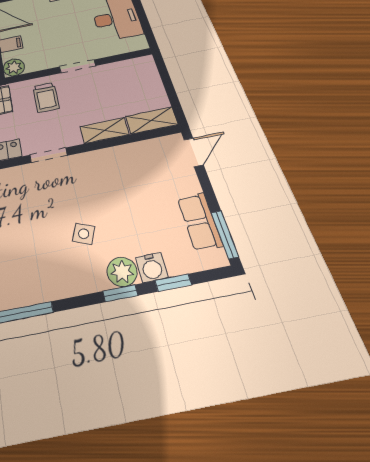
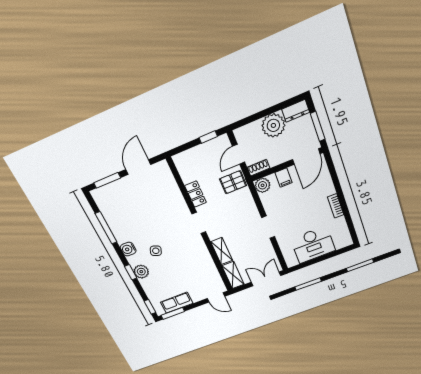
double door: (165, 77) -> (266, 279), added
trolley: (46, 97) -> (240, 212), removed
water cooler: (152, 267) -> (128, 249), moved
window: (173, 283) -> (150, 307), moved

